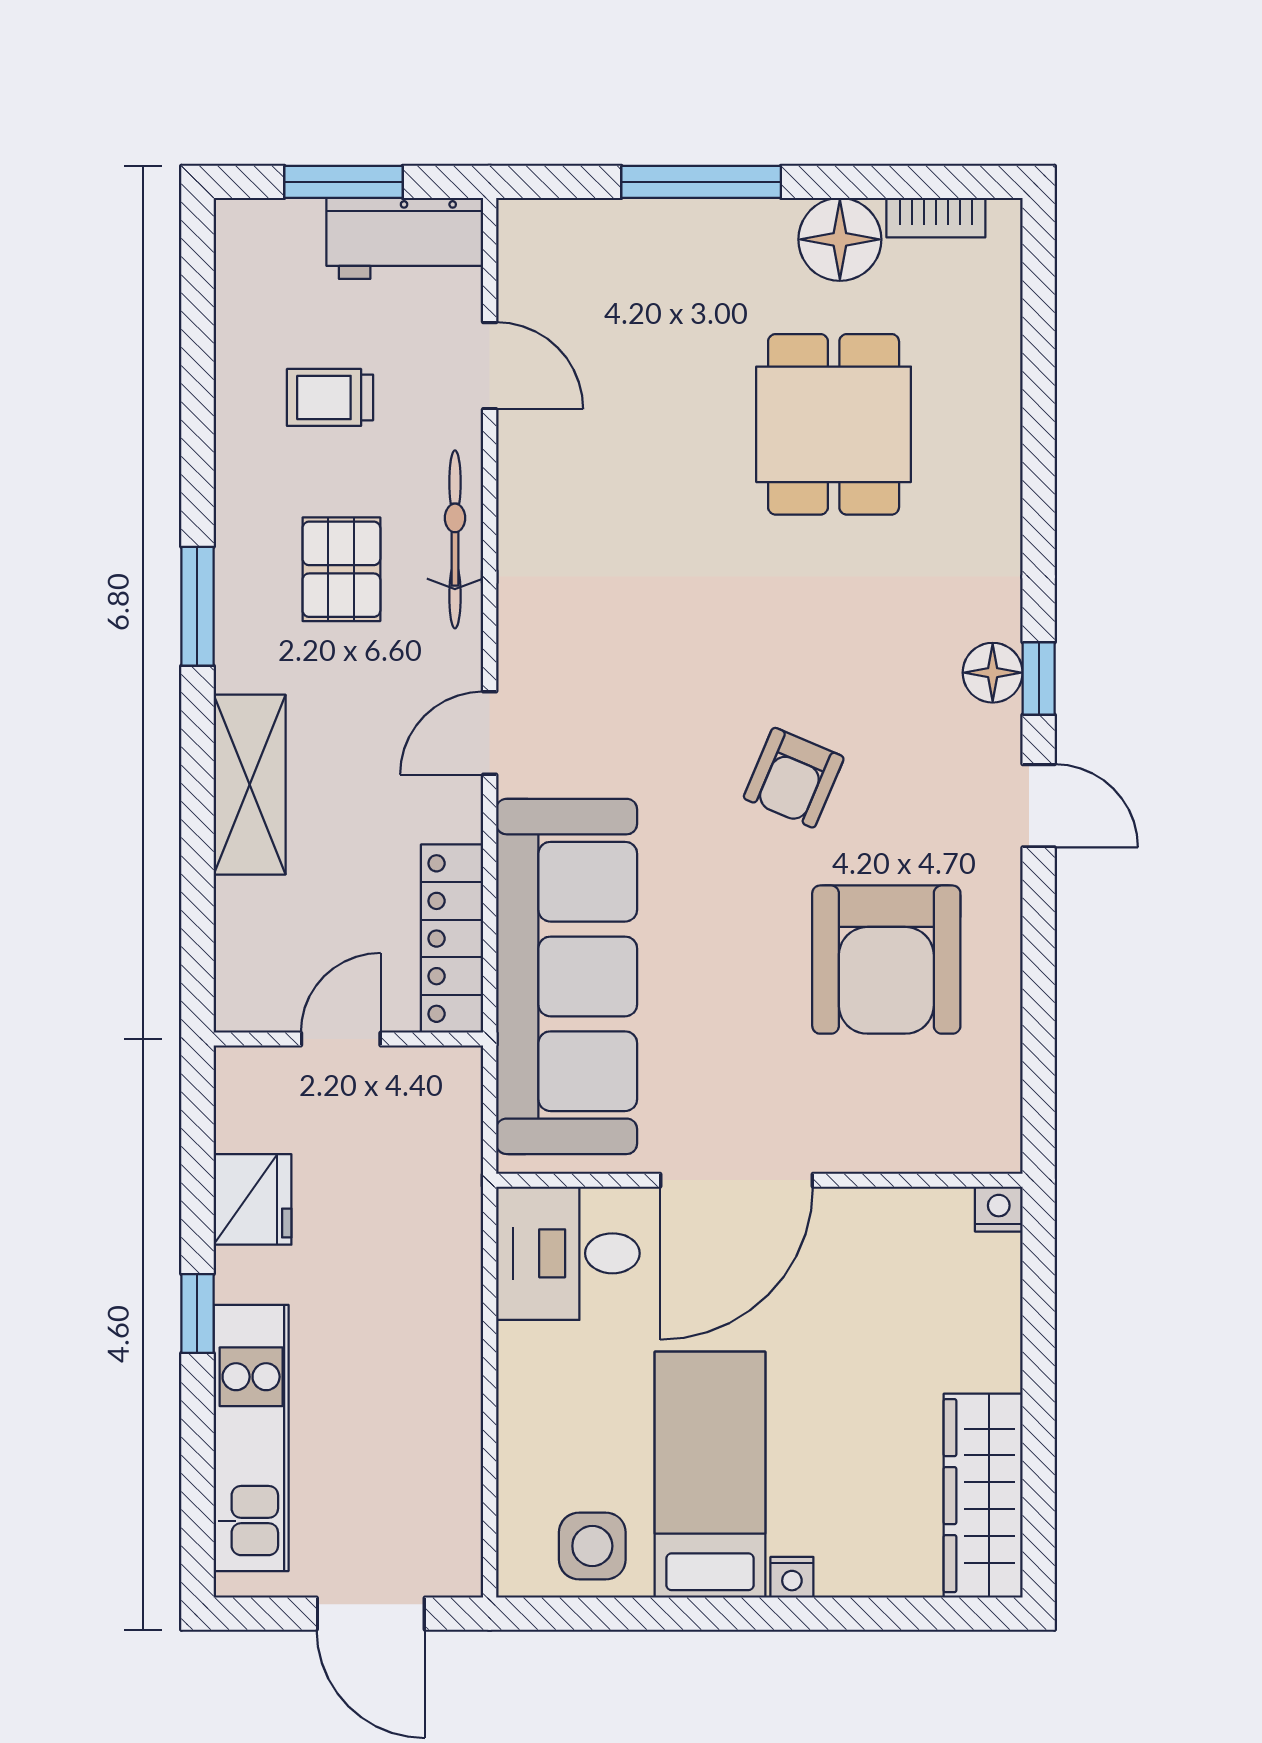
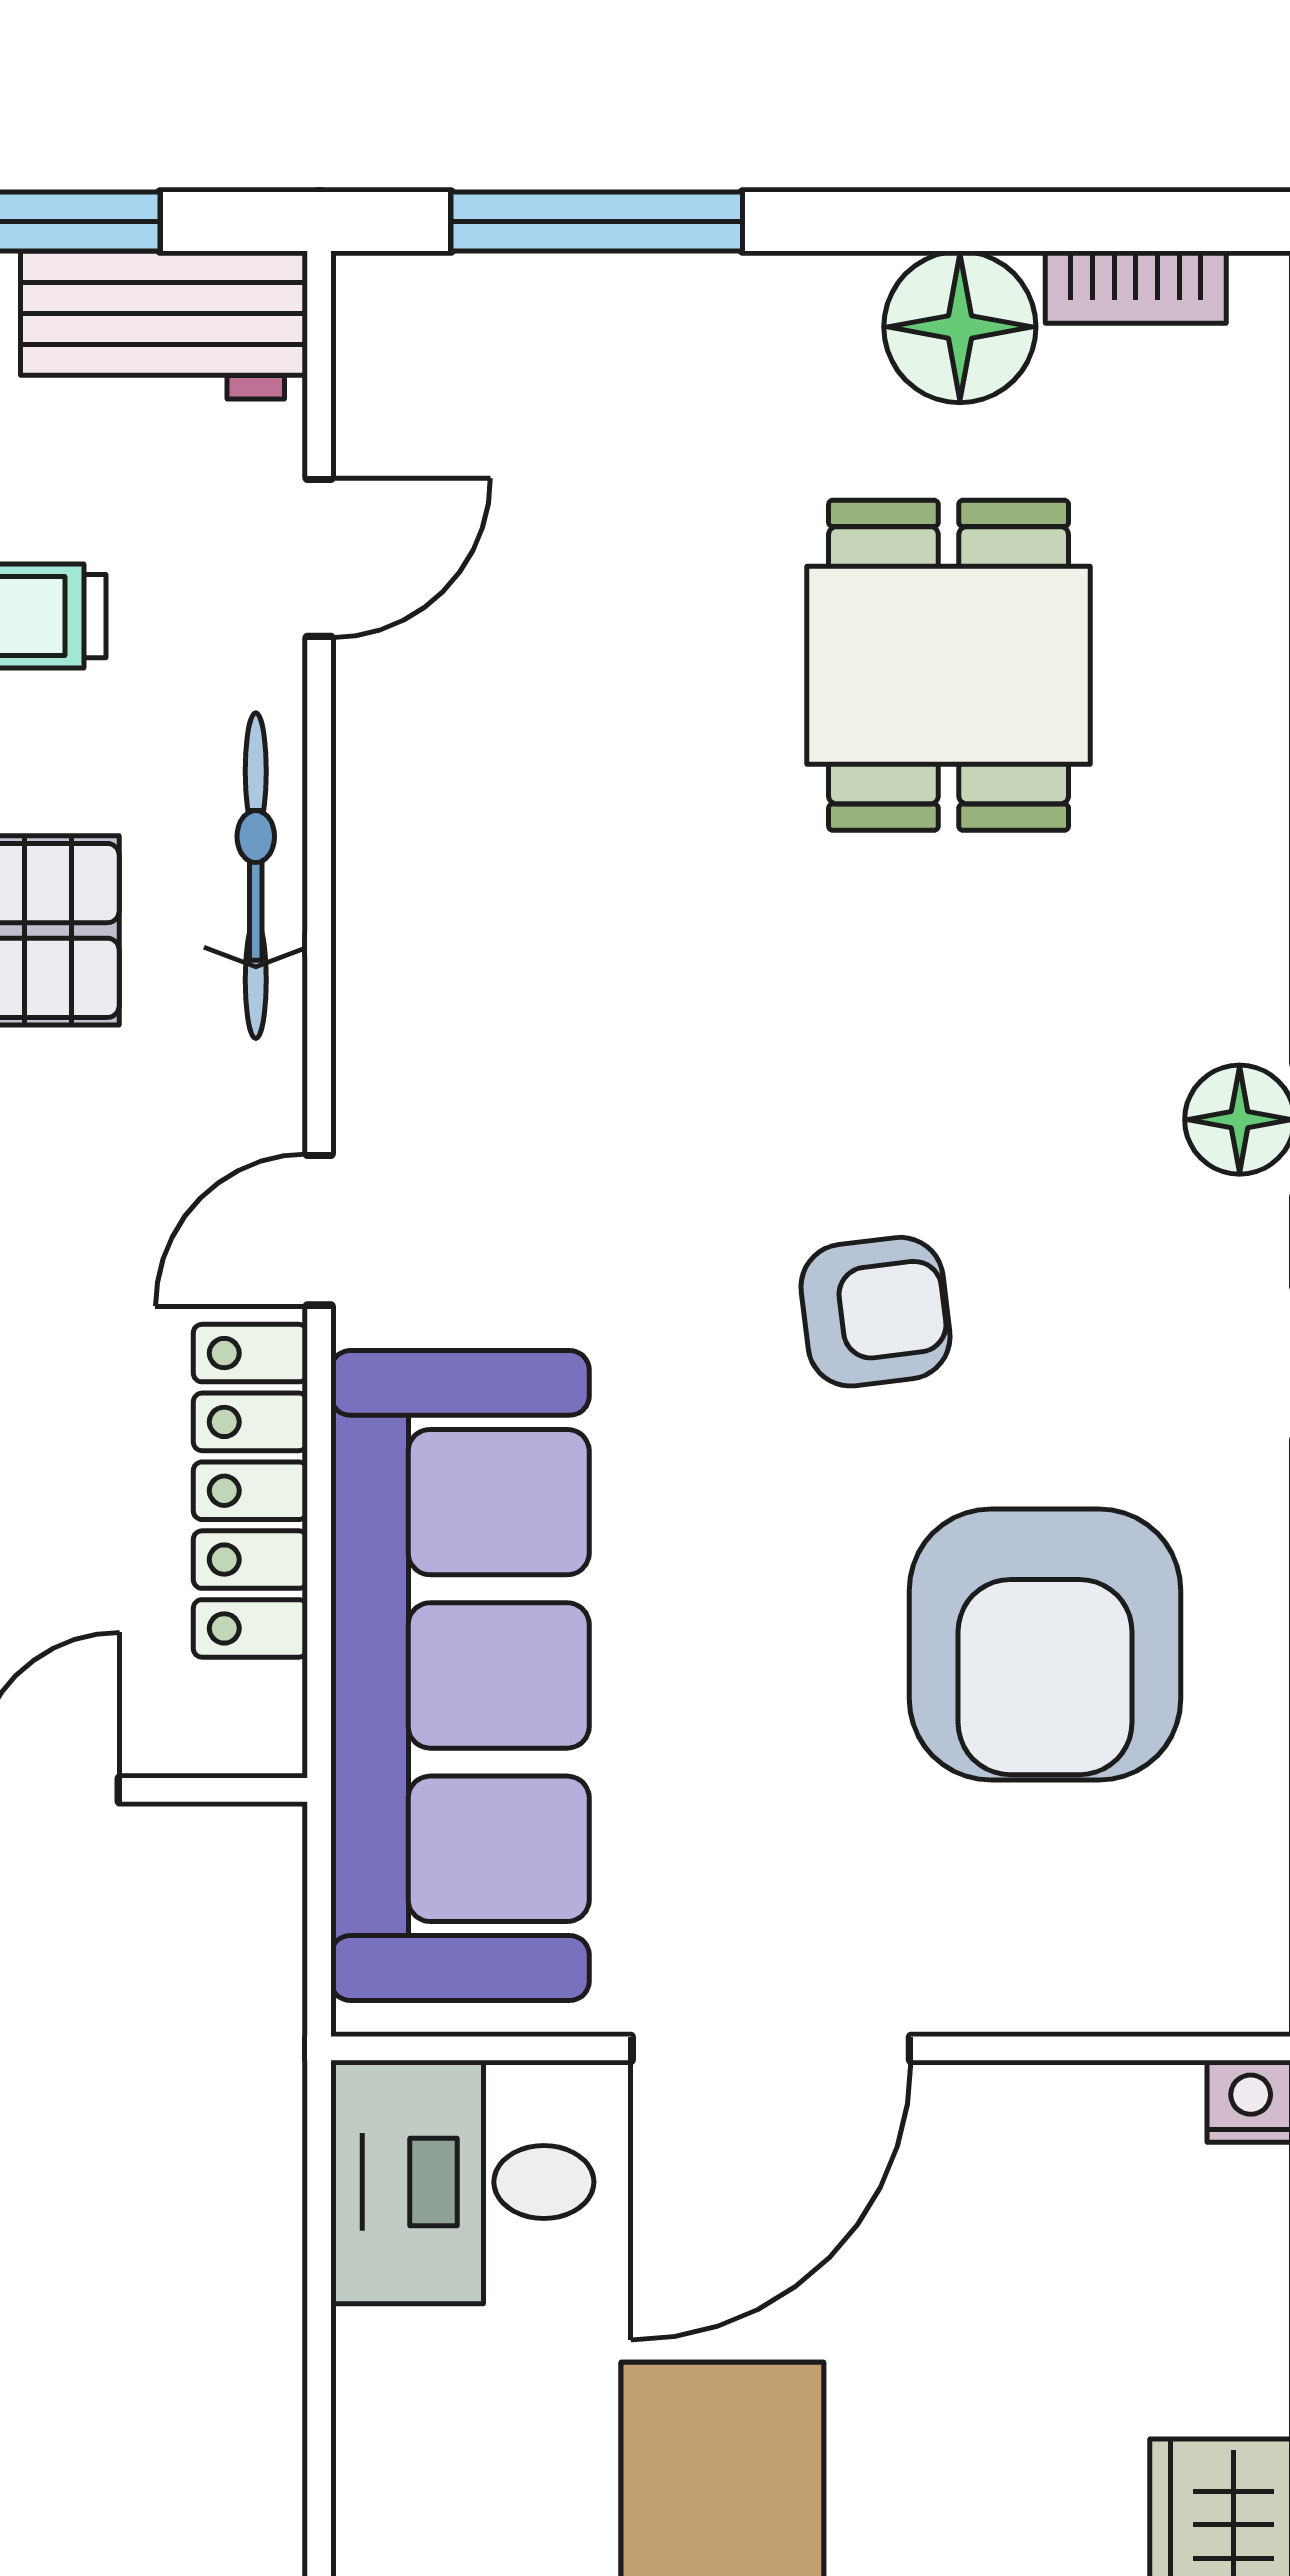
window: (701, 182) -> (597, 222), moved
door: (490, 366) -> (319, 558), hinge flipped
armchair: (794, 778) -> (876, 1312), turned -120
locker: (452, 939) -> (250, 1491), moved

